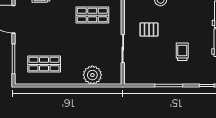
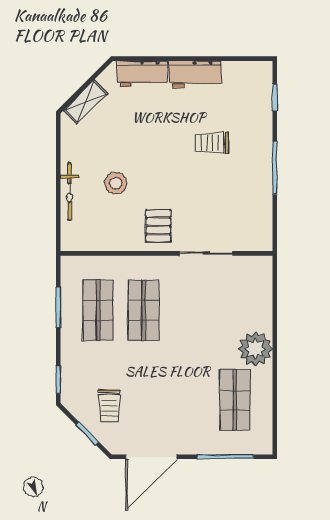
pallet: (149, 30) -> (158, 226), moved
plant: (92, 75) -> (255, 349), moved

